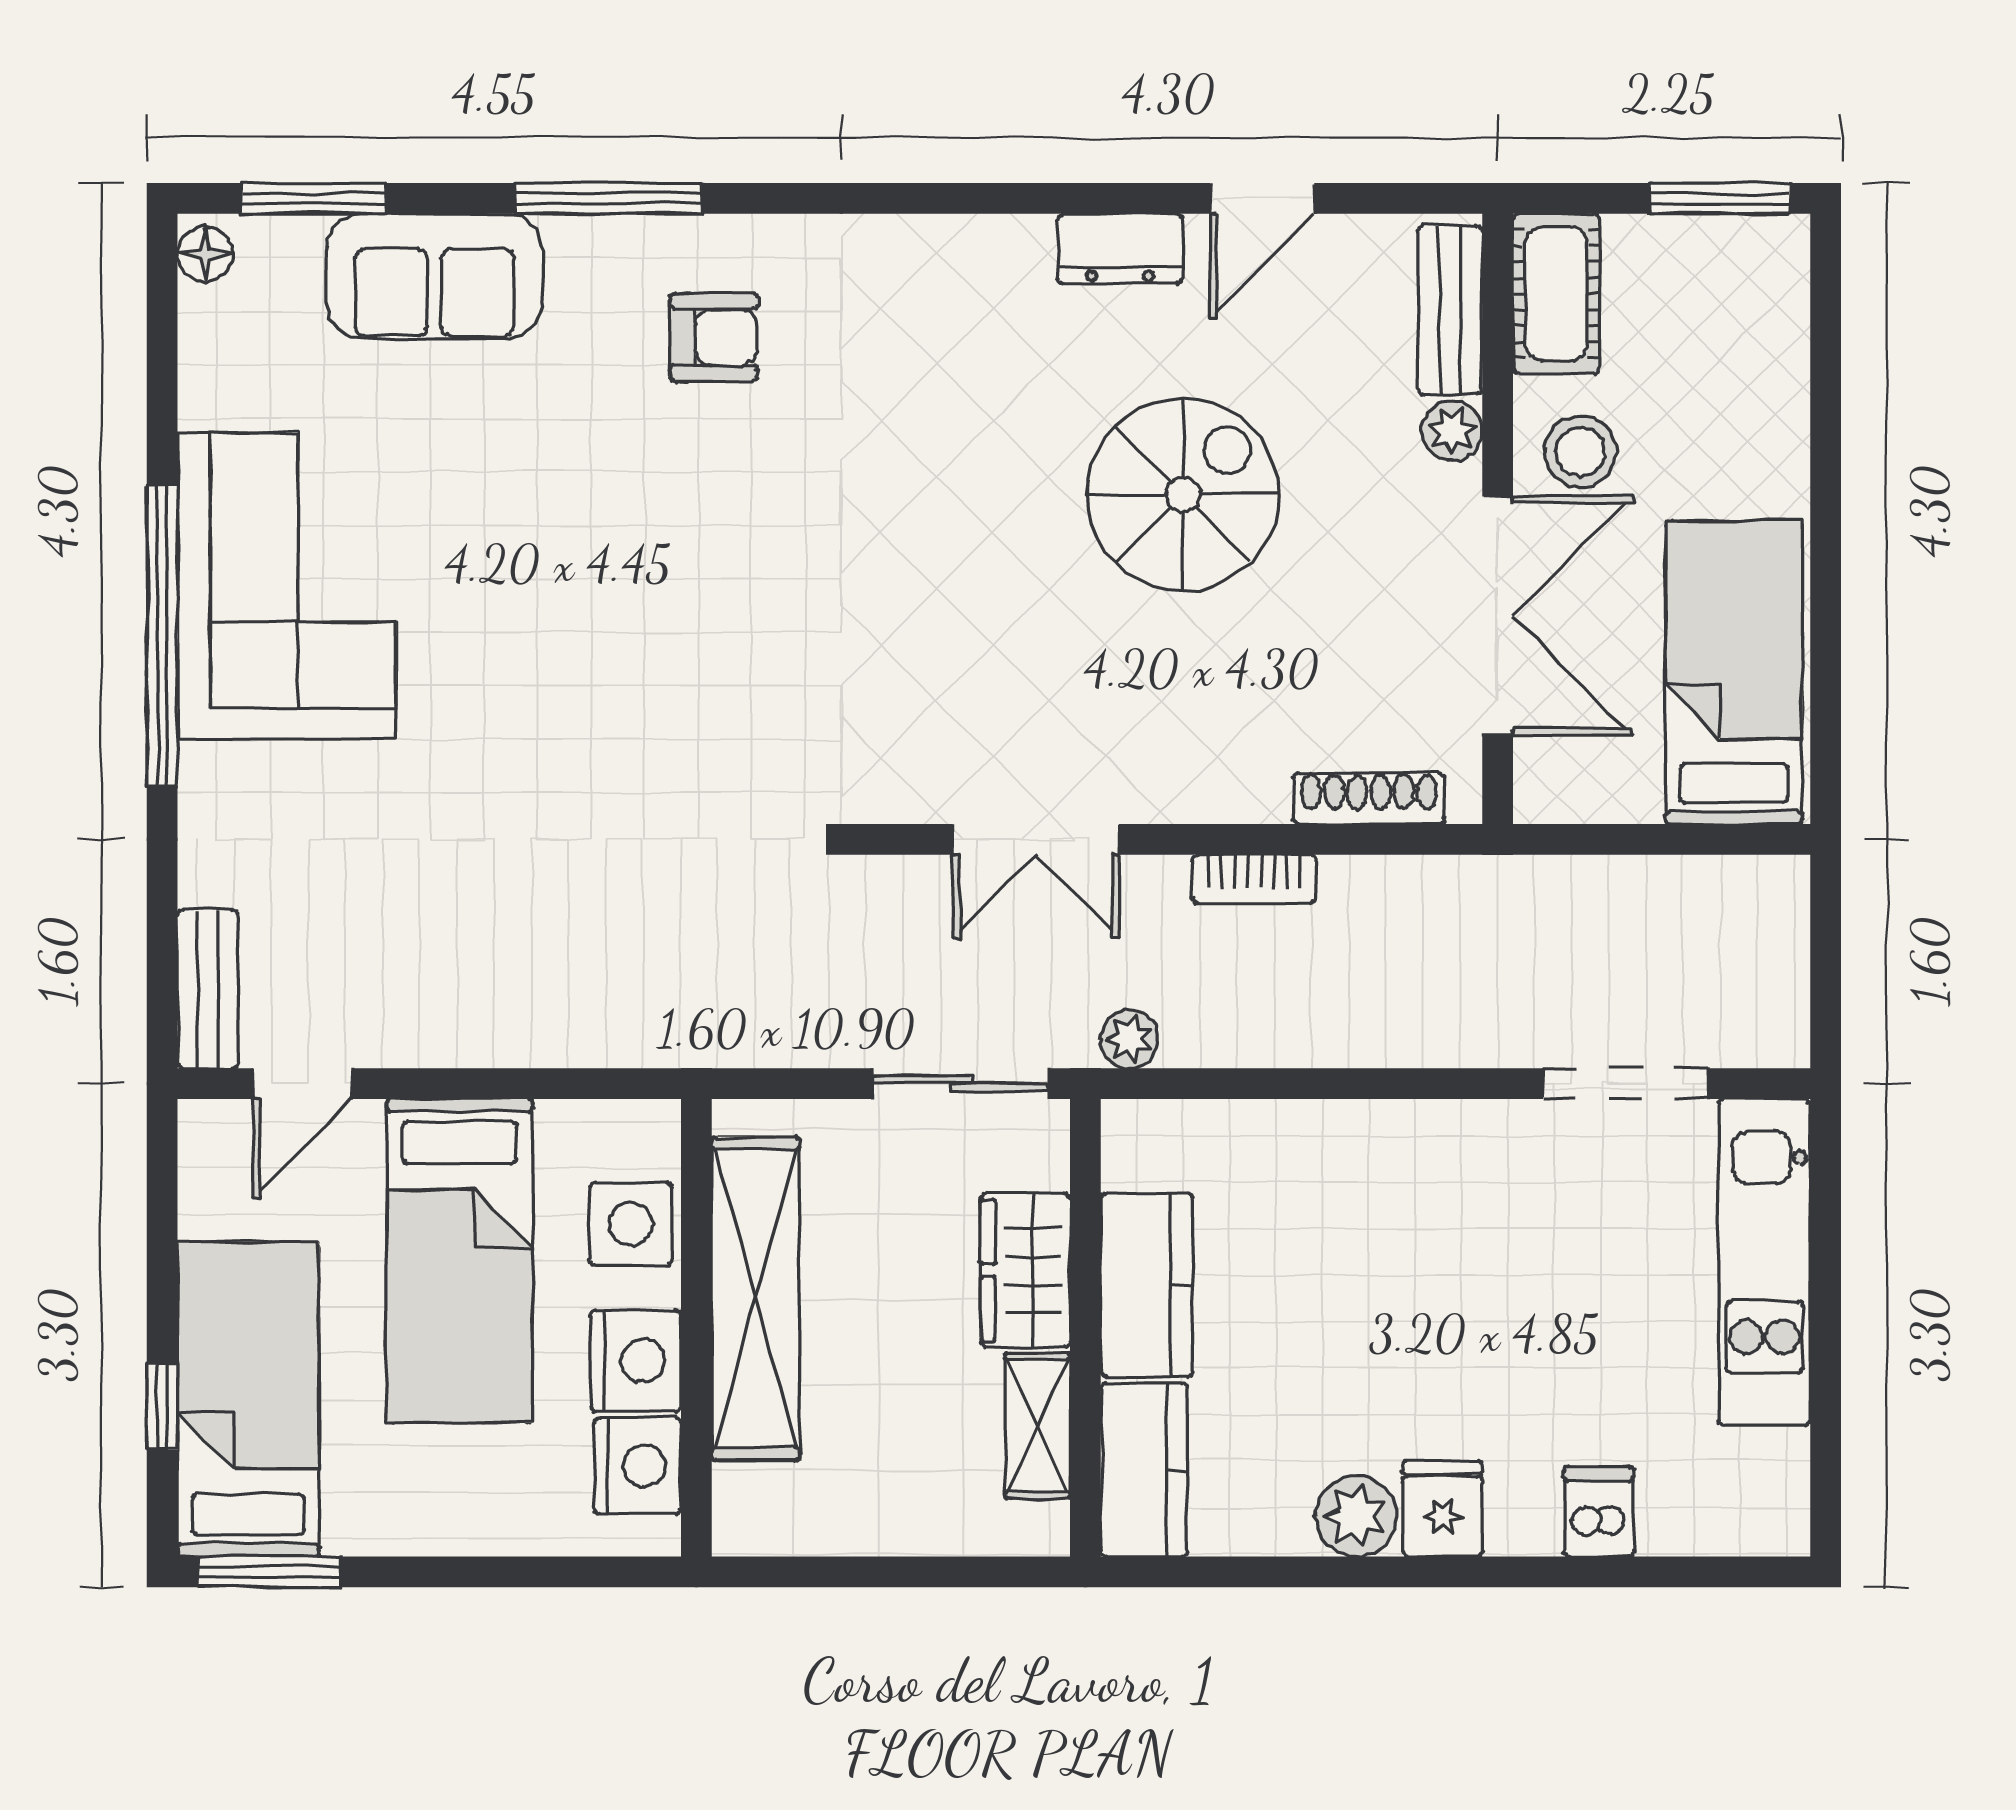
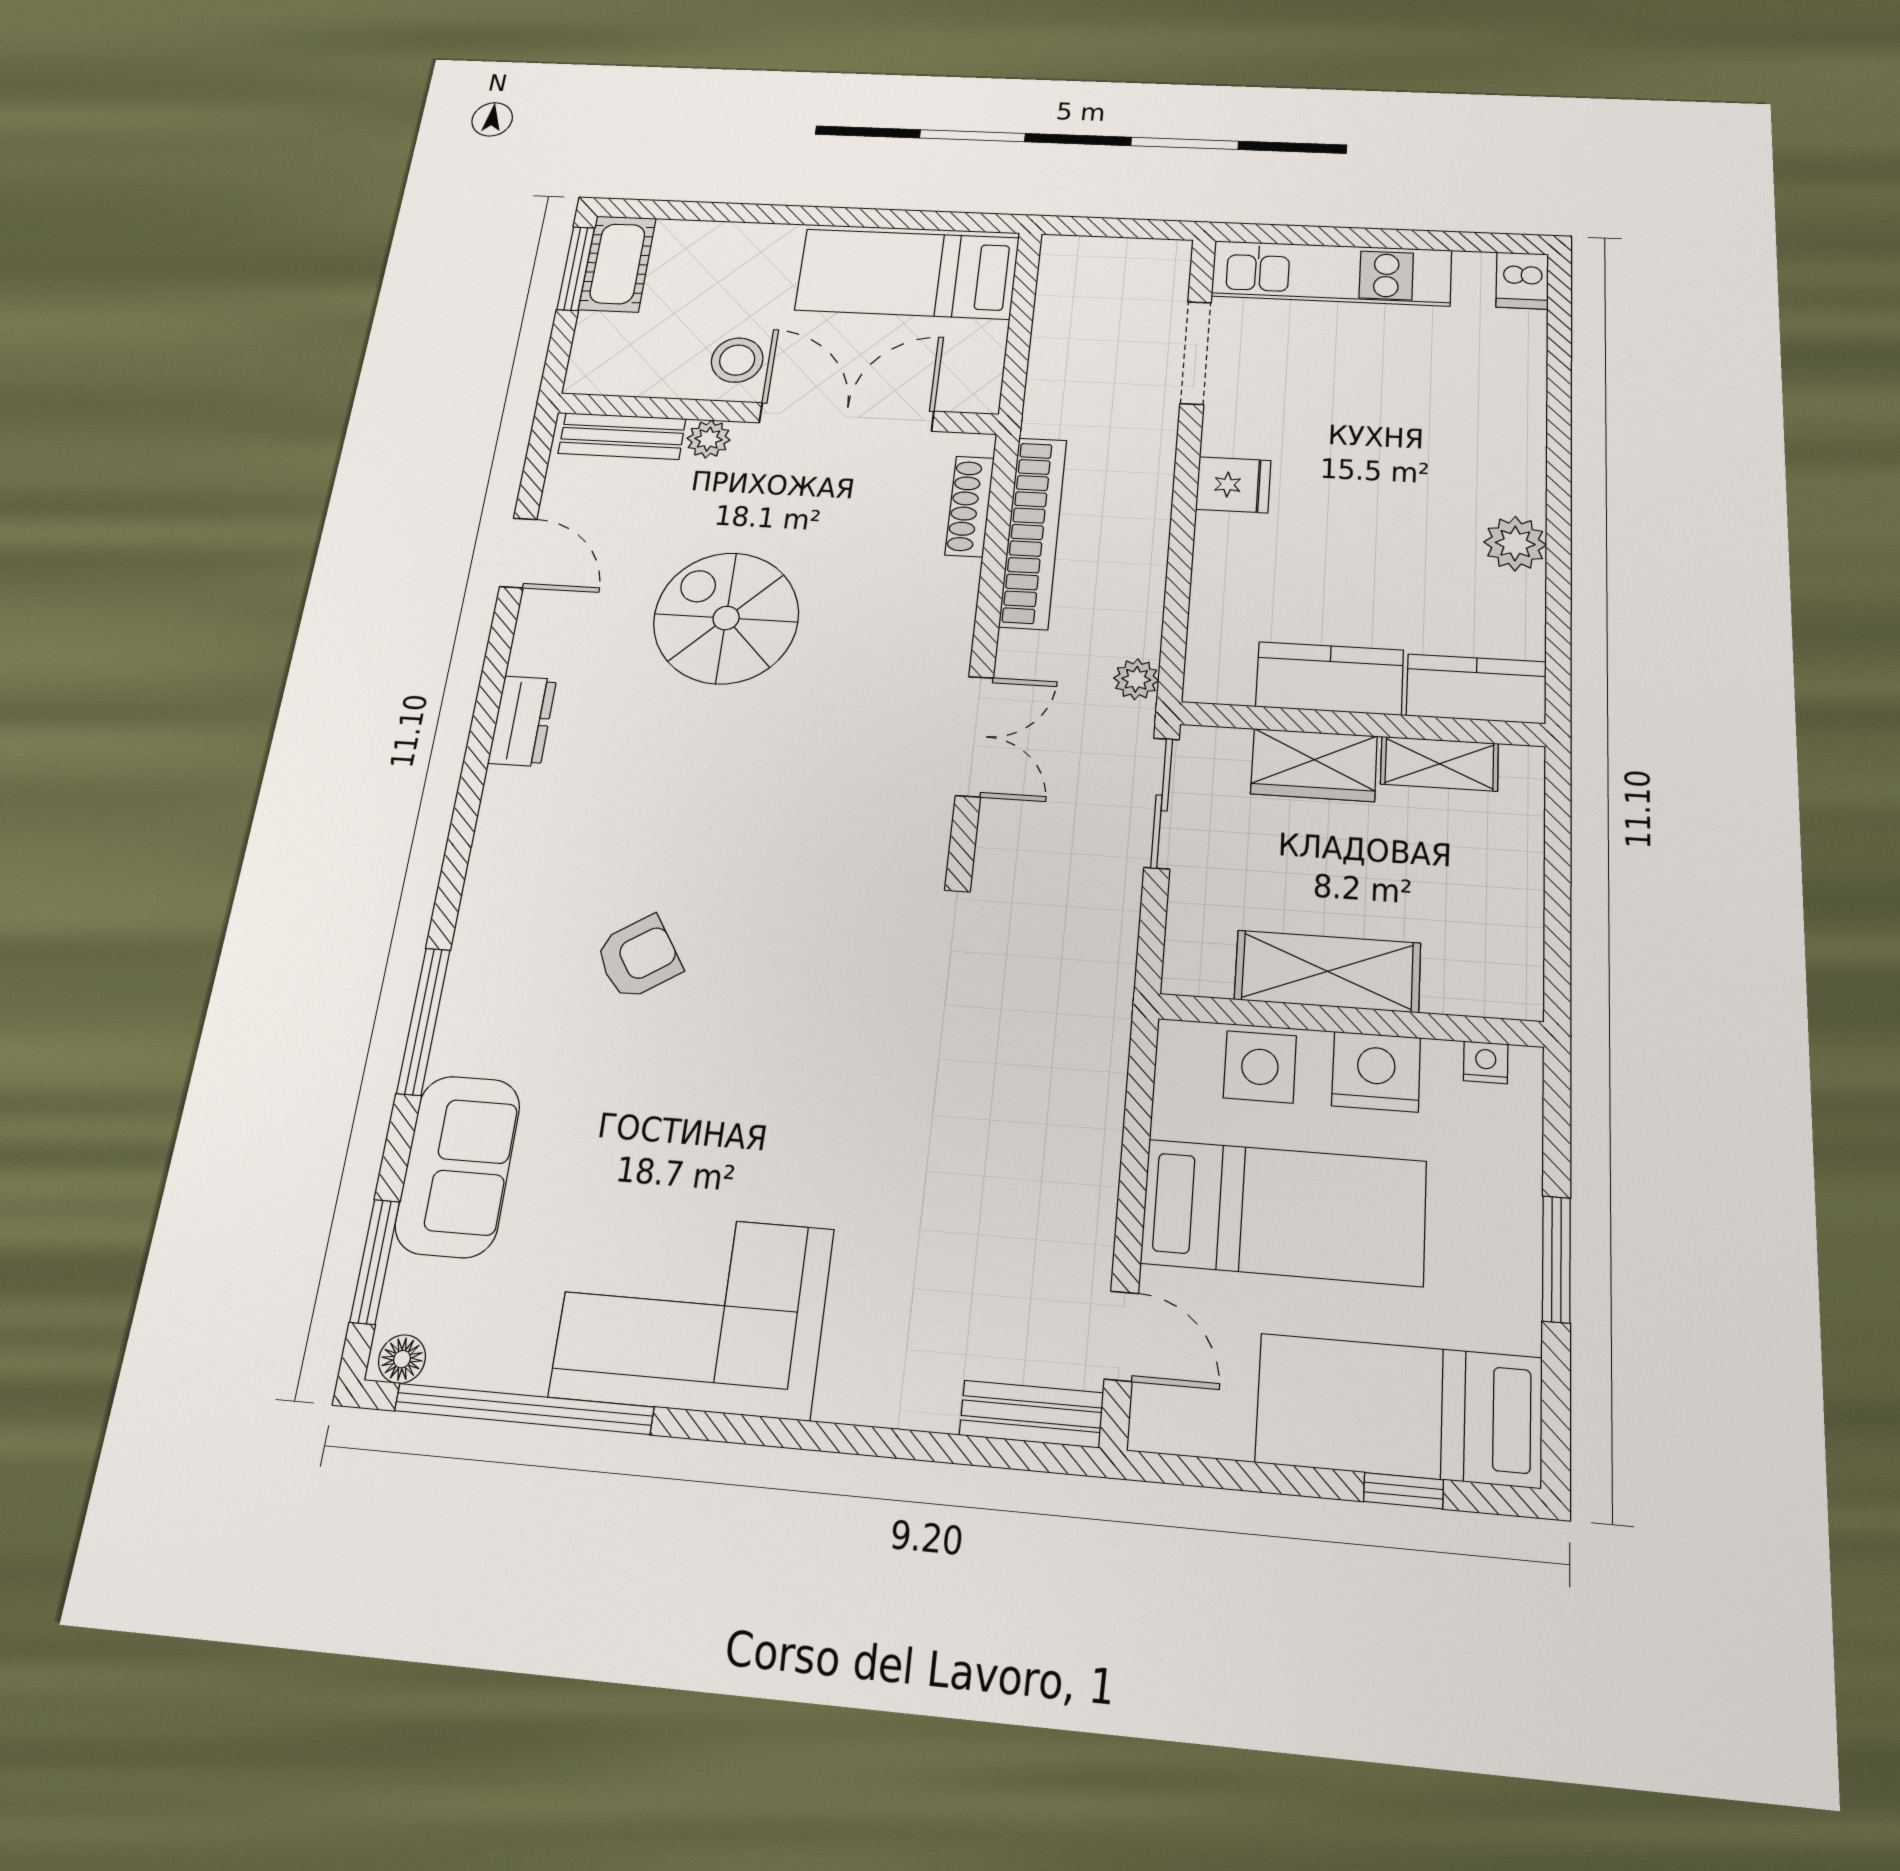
dresser: (1120, 249) -> (522, 721), moved
cot: (1556, 294) -> (617, 264), moved, turned 90
armchair: (714, 337) -> (639, 958), moved, turned 57
window: (162, 636) -> (524, 1409), moved
bookcase: (1254, 879) -> (1033, 532), width x2.31, depth x1.31
shelving: (756, 1299) -> (1328, 971), width x0.68
nightstand: (638, 1466) -> (1486, 1062), width x0.53, depth x0.56
fridge: (1442, 1509) -> (1233, 485), moved, turned 180
dishwasher: (1599, 1512) -> (1522, 280), moved, turned -90
window: (269, 1572) -> (1556, 1259), moved

